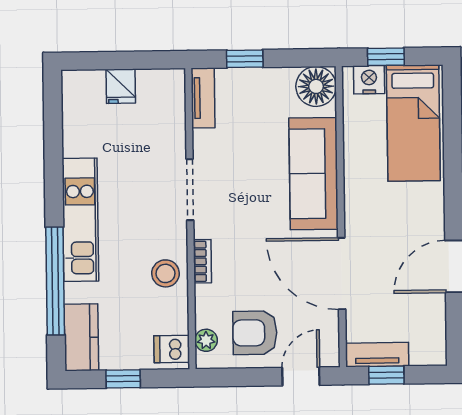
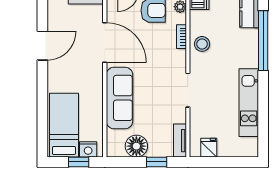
fridge: (121, 86) -> (209, 148), moved
floor lamp: (316, 86) -> (136, 146), moved
kitchen unit: (80, 220) -> (249, 103), moved
bookcase: (202, 261) -> (181, 37), moved

